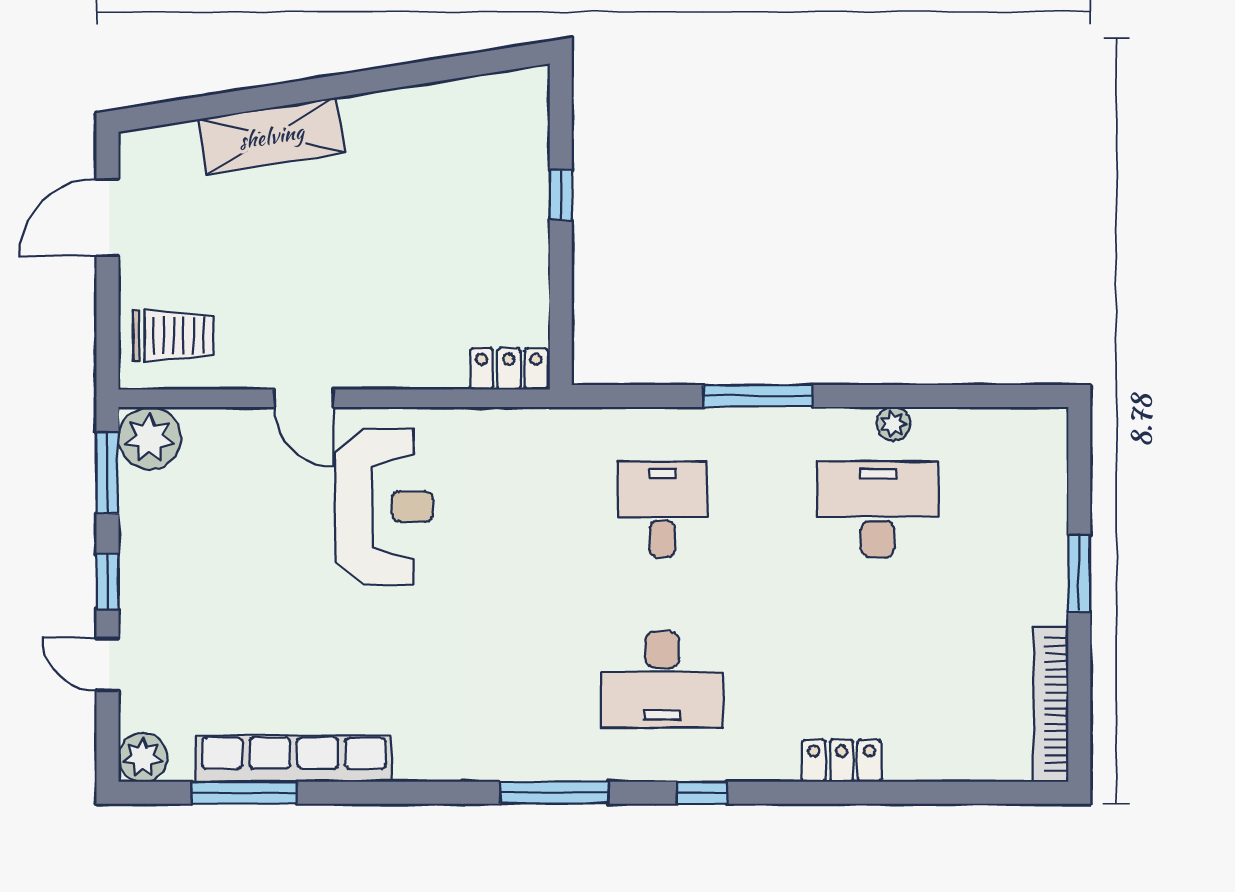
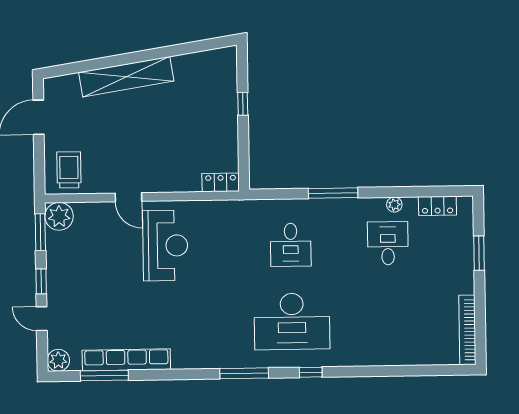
shelving: (271, 136) -> (126, 77), width x1.47
trolley: (173, 336) -> (69, 170), turned -90
desk: (662, 509) -> (291, 245), turned 180
desk: (878, 509) -> (388, 243), width x0.73
window: (1079, 573) -> (479, 253), moved
desk: (662, 679) -> (292, 321), width x1.36, depth x1.30
locker: (842, 761) -> (437, 206), moved, turned 180

